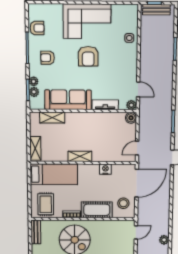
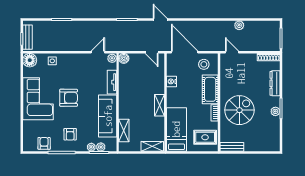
floor lamp: (130, 12) -> (30, 60), added

